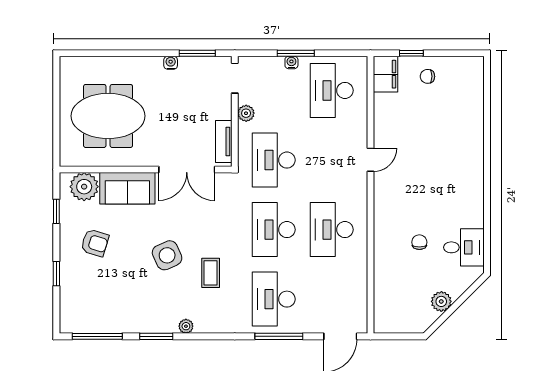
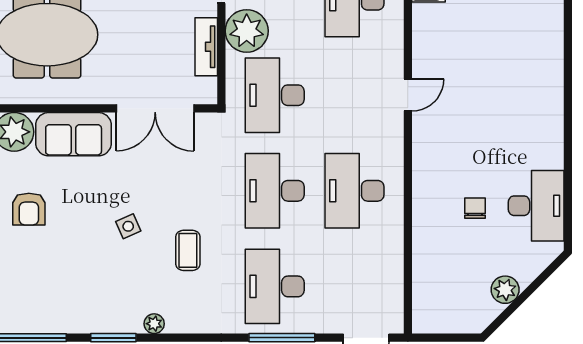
plant: (246, 113) -> (247, 31), width x1.88, depth x1.88
tv unit: (224, 141) -> (206, 47), moved
armchair: (95, 243) -> (29, 209), turned 73
desk: (464, 247) -> (536, 206), width x1.37
side table: (167, 255) -> (128, 226), width x0.54, depth x0.54

